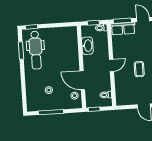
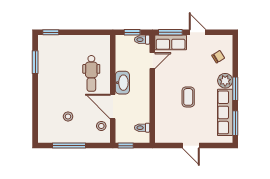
washbasin: (87, 46) -> (122, 83), moved
dental chair: (36, 50) -> (91, 73), moved, width x0.73, depth x0.72
door: (112, 65) -> (152, 61), moved

